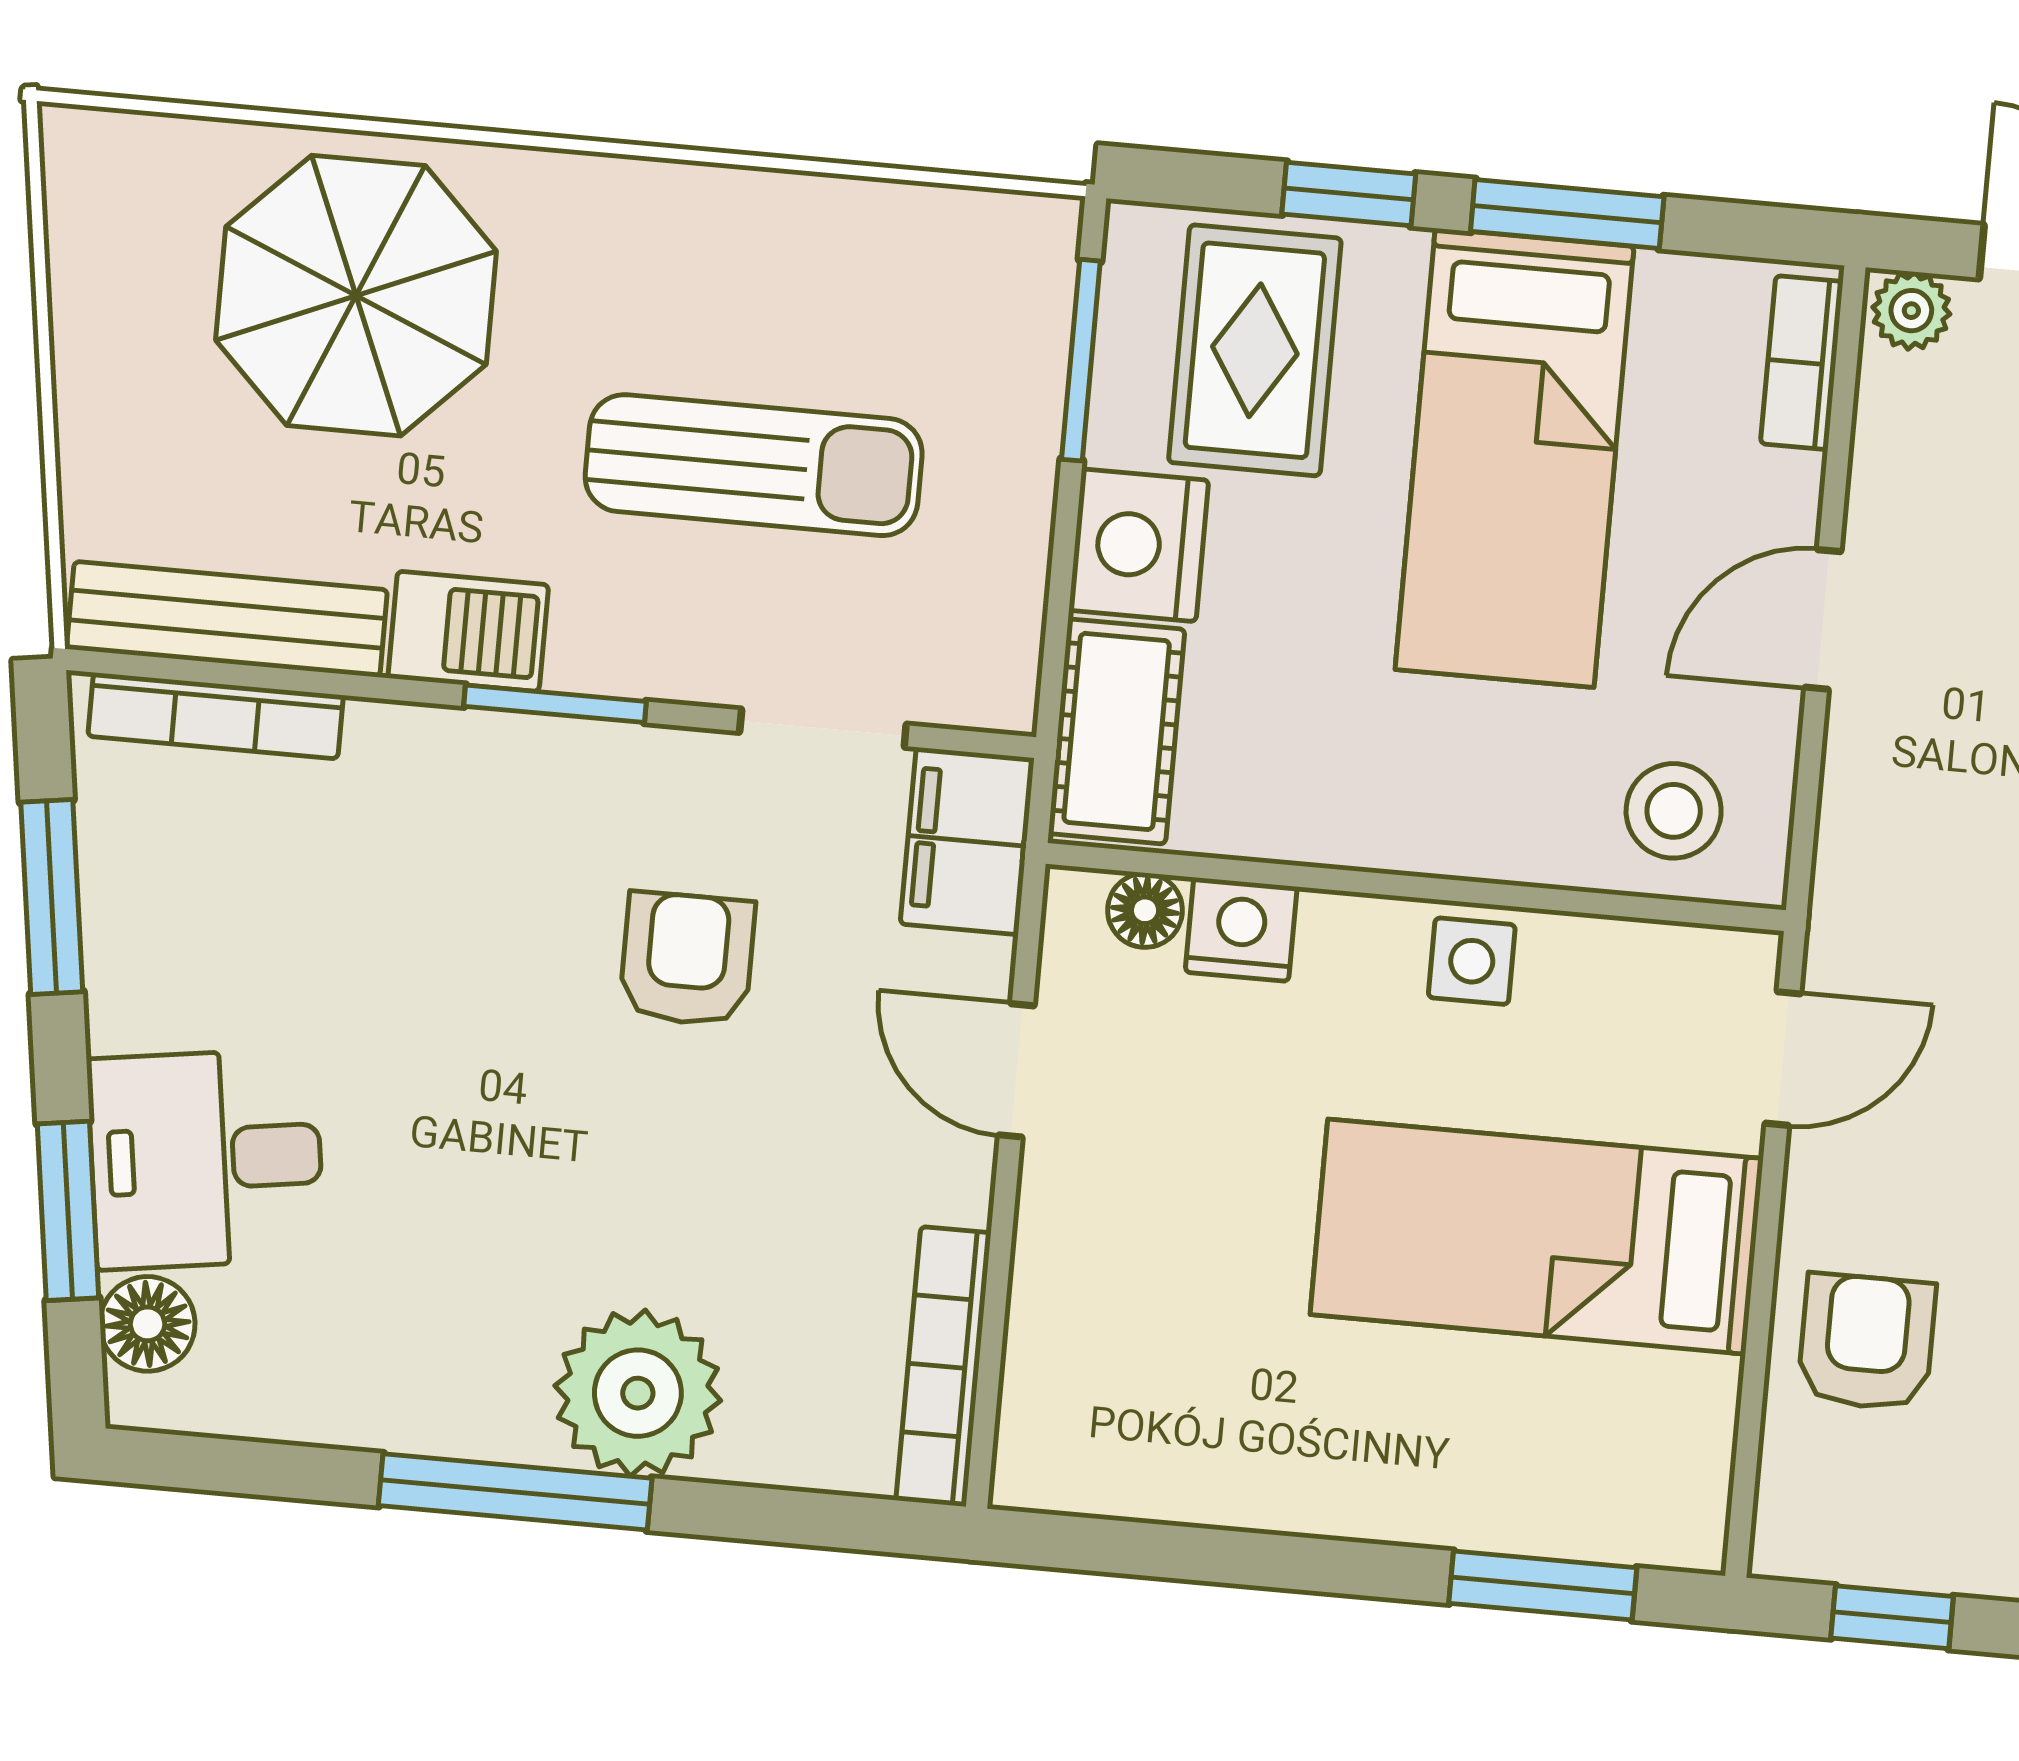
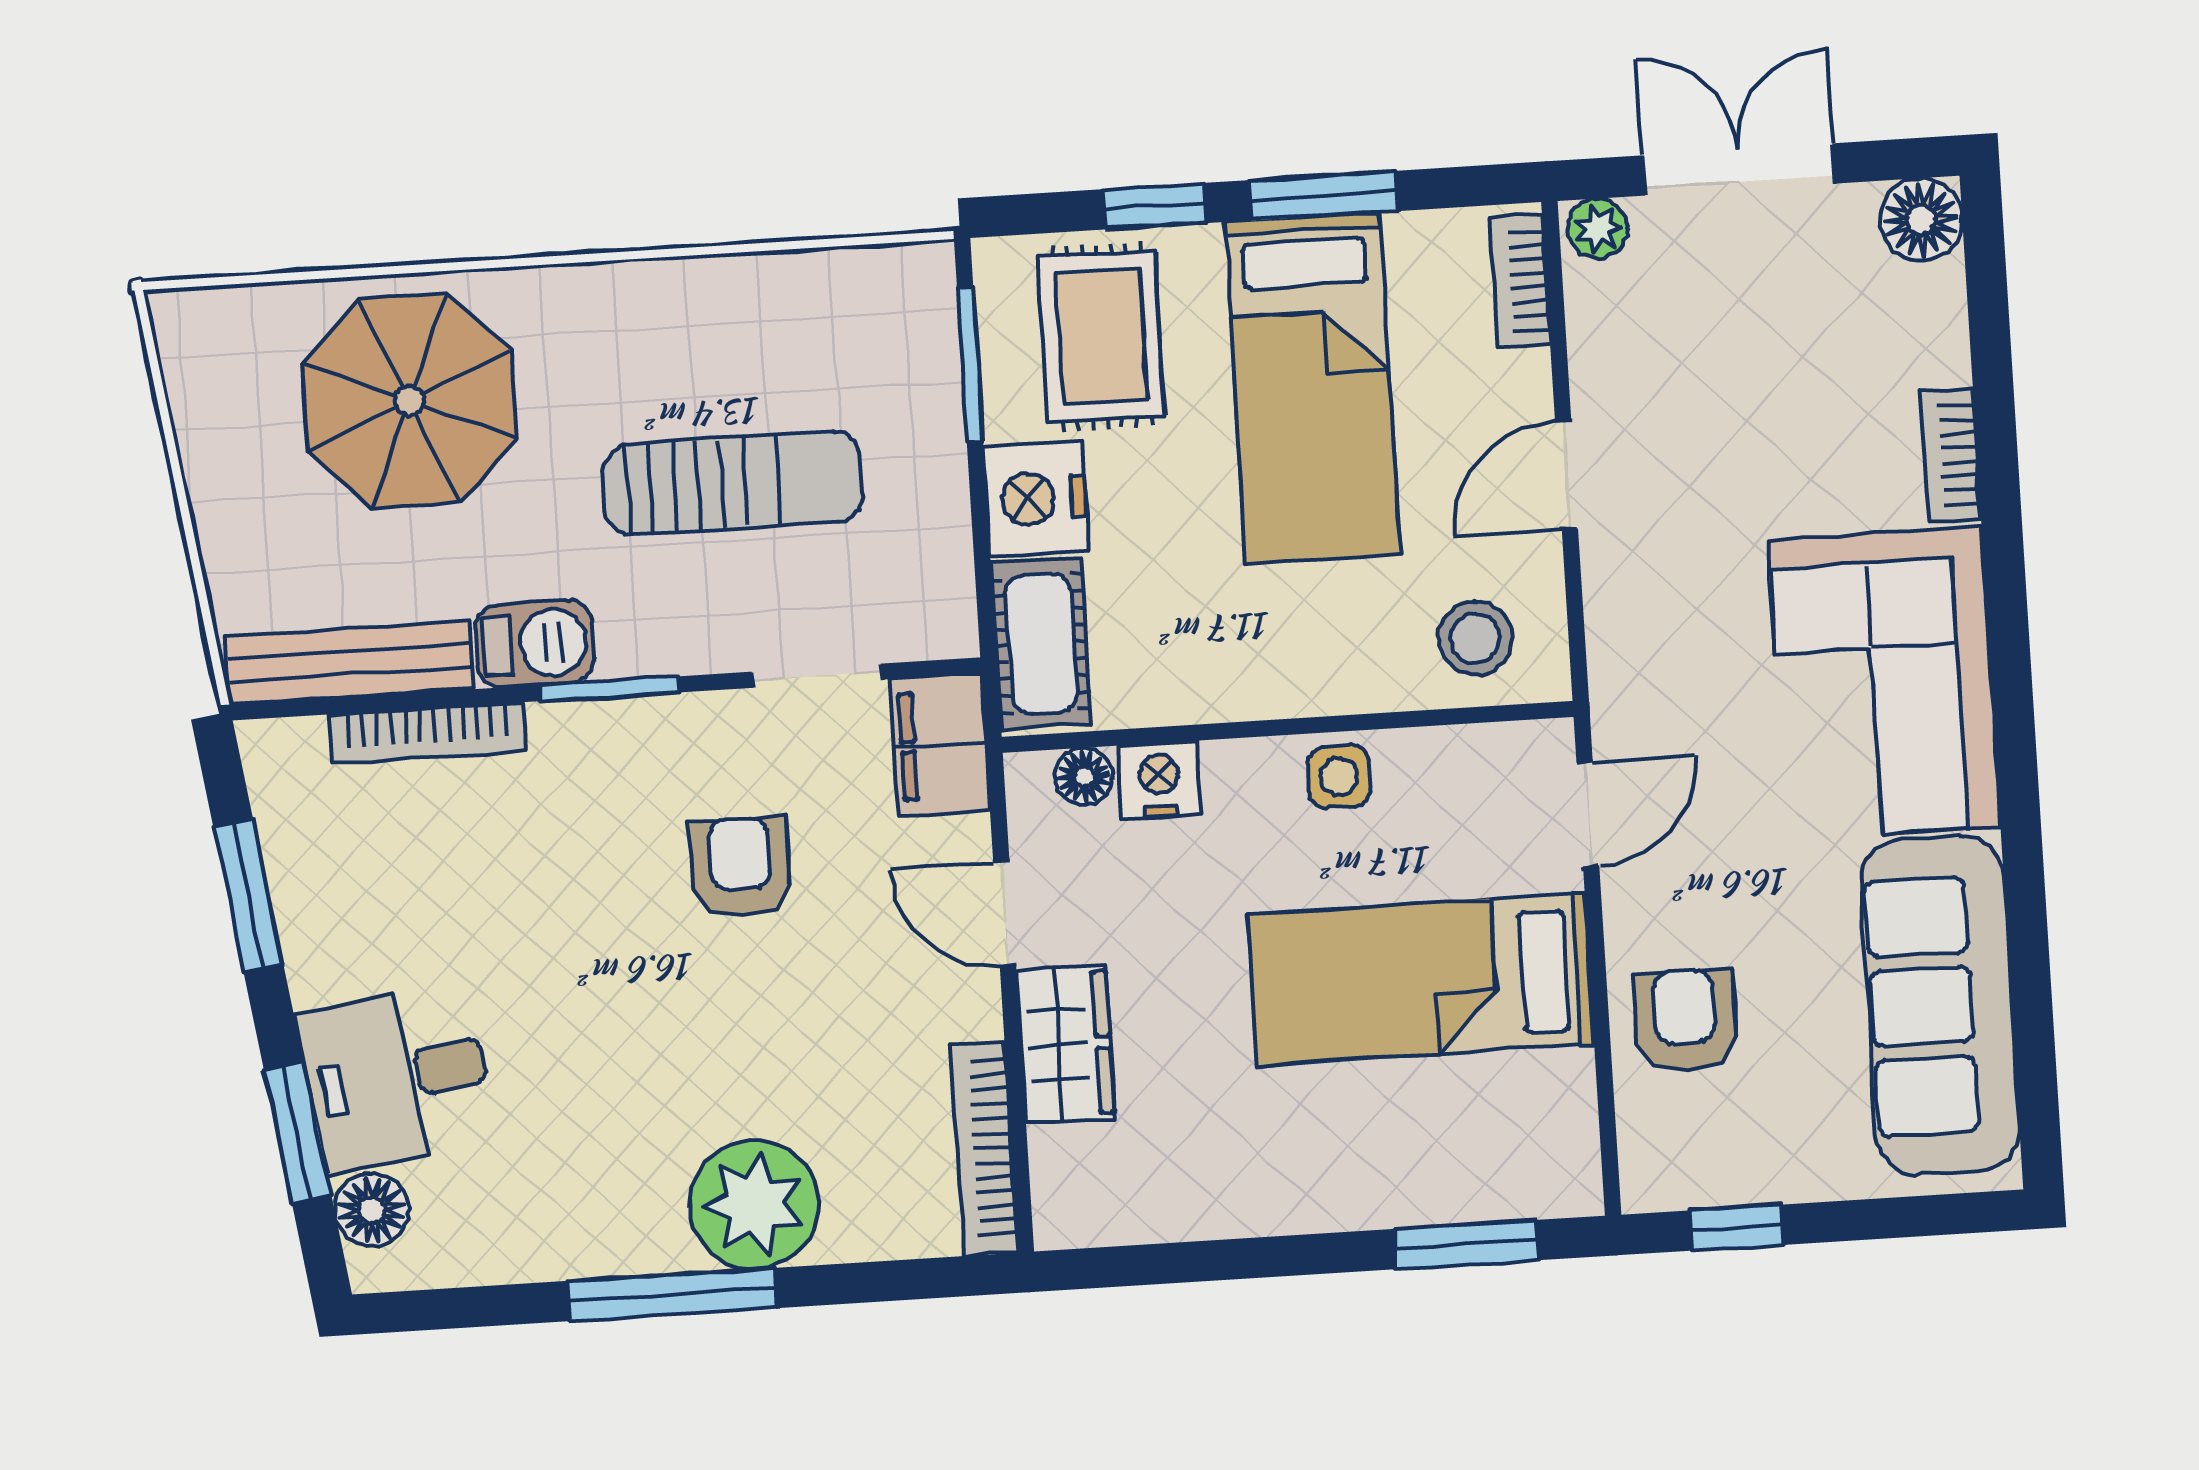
bookcase: (216, 716) -> (428, 733), moved
wardrobe: (1069, 1249) -> (1066, 1044), added

